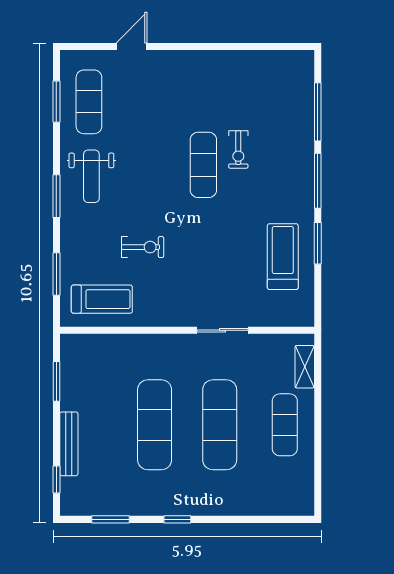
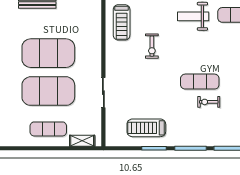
treadmill: (283, 257) -> (146, 128), turned 180
exercise mat: (155, 425) -> (48, 53), width x1.47
exercise mat: (220, 425) -> (48, 91), width x1.47

